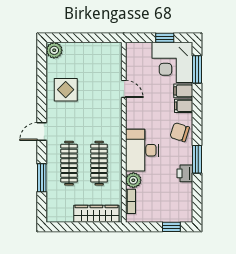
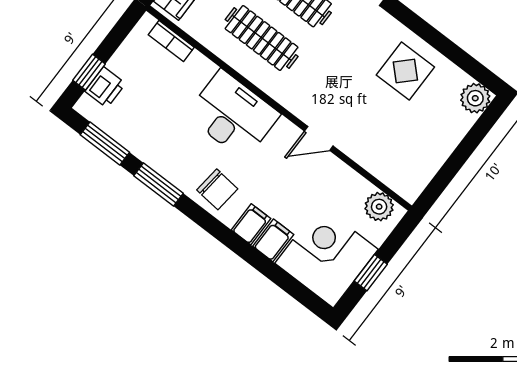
window: (197, 69) -> (105, 143), moved
door: (124, 89) -> (319, 139), moved
chair: (180, 132) -> (217, 189), turned 78
printer: (185, 173) -> (105, 87), moved, turned 90
plant: (133, 180) -> (379, 207), moved

